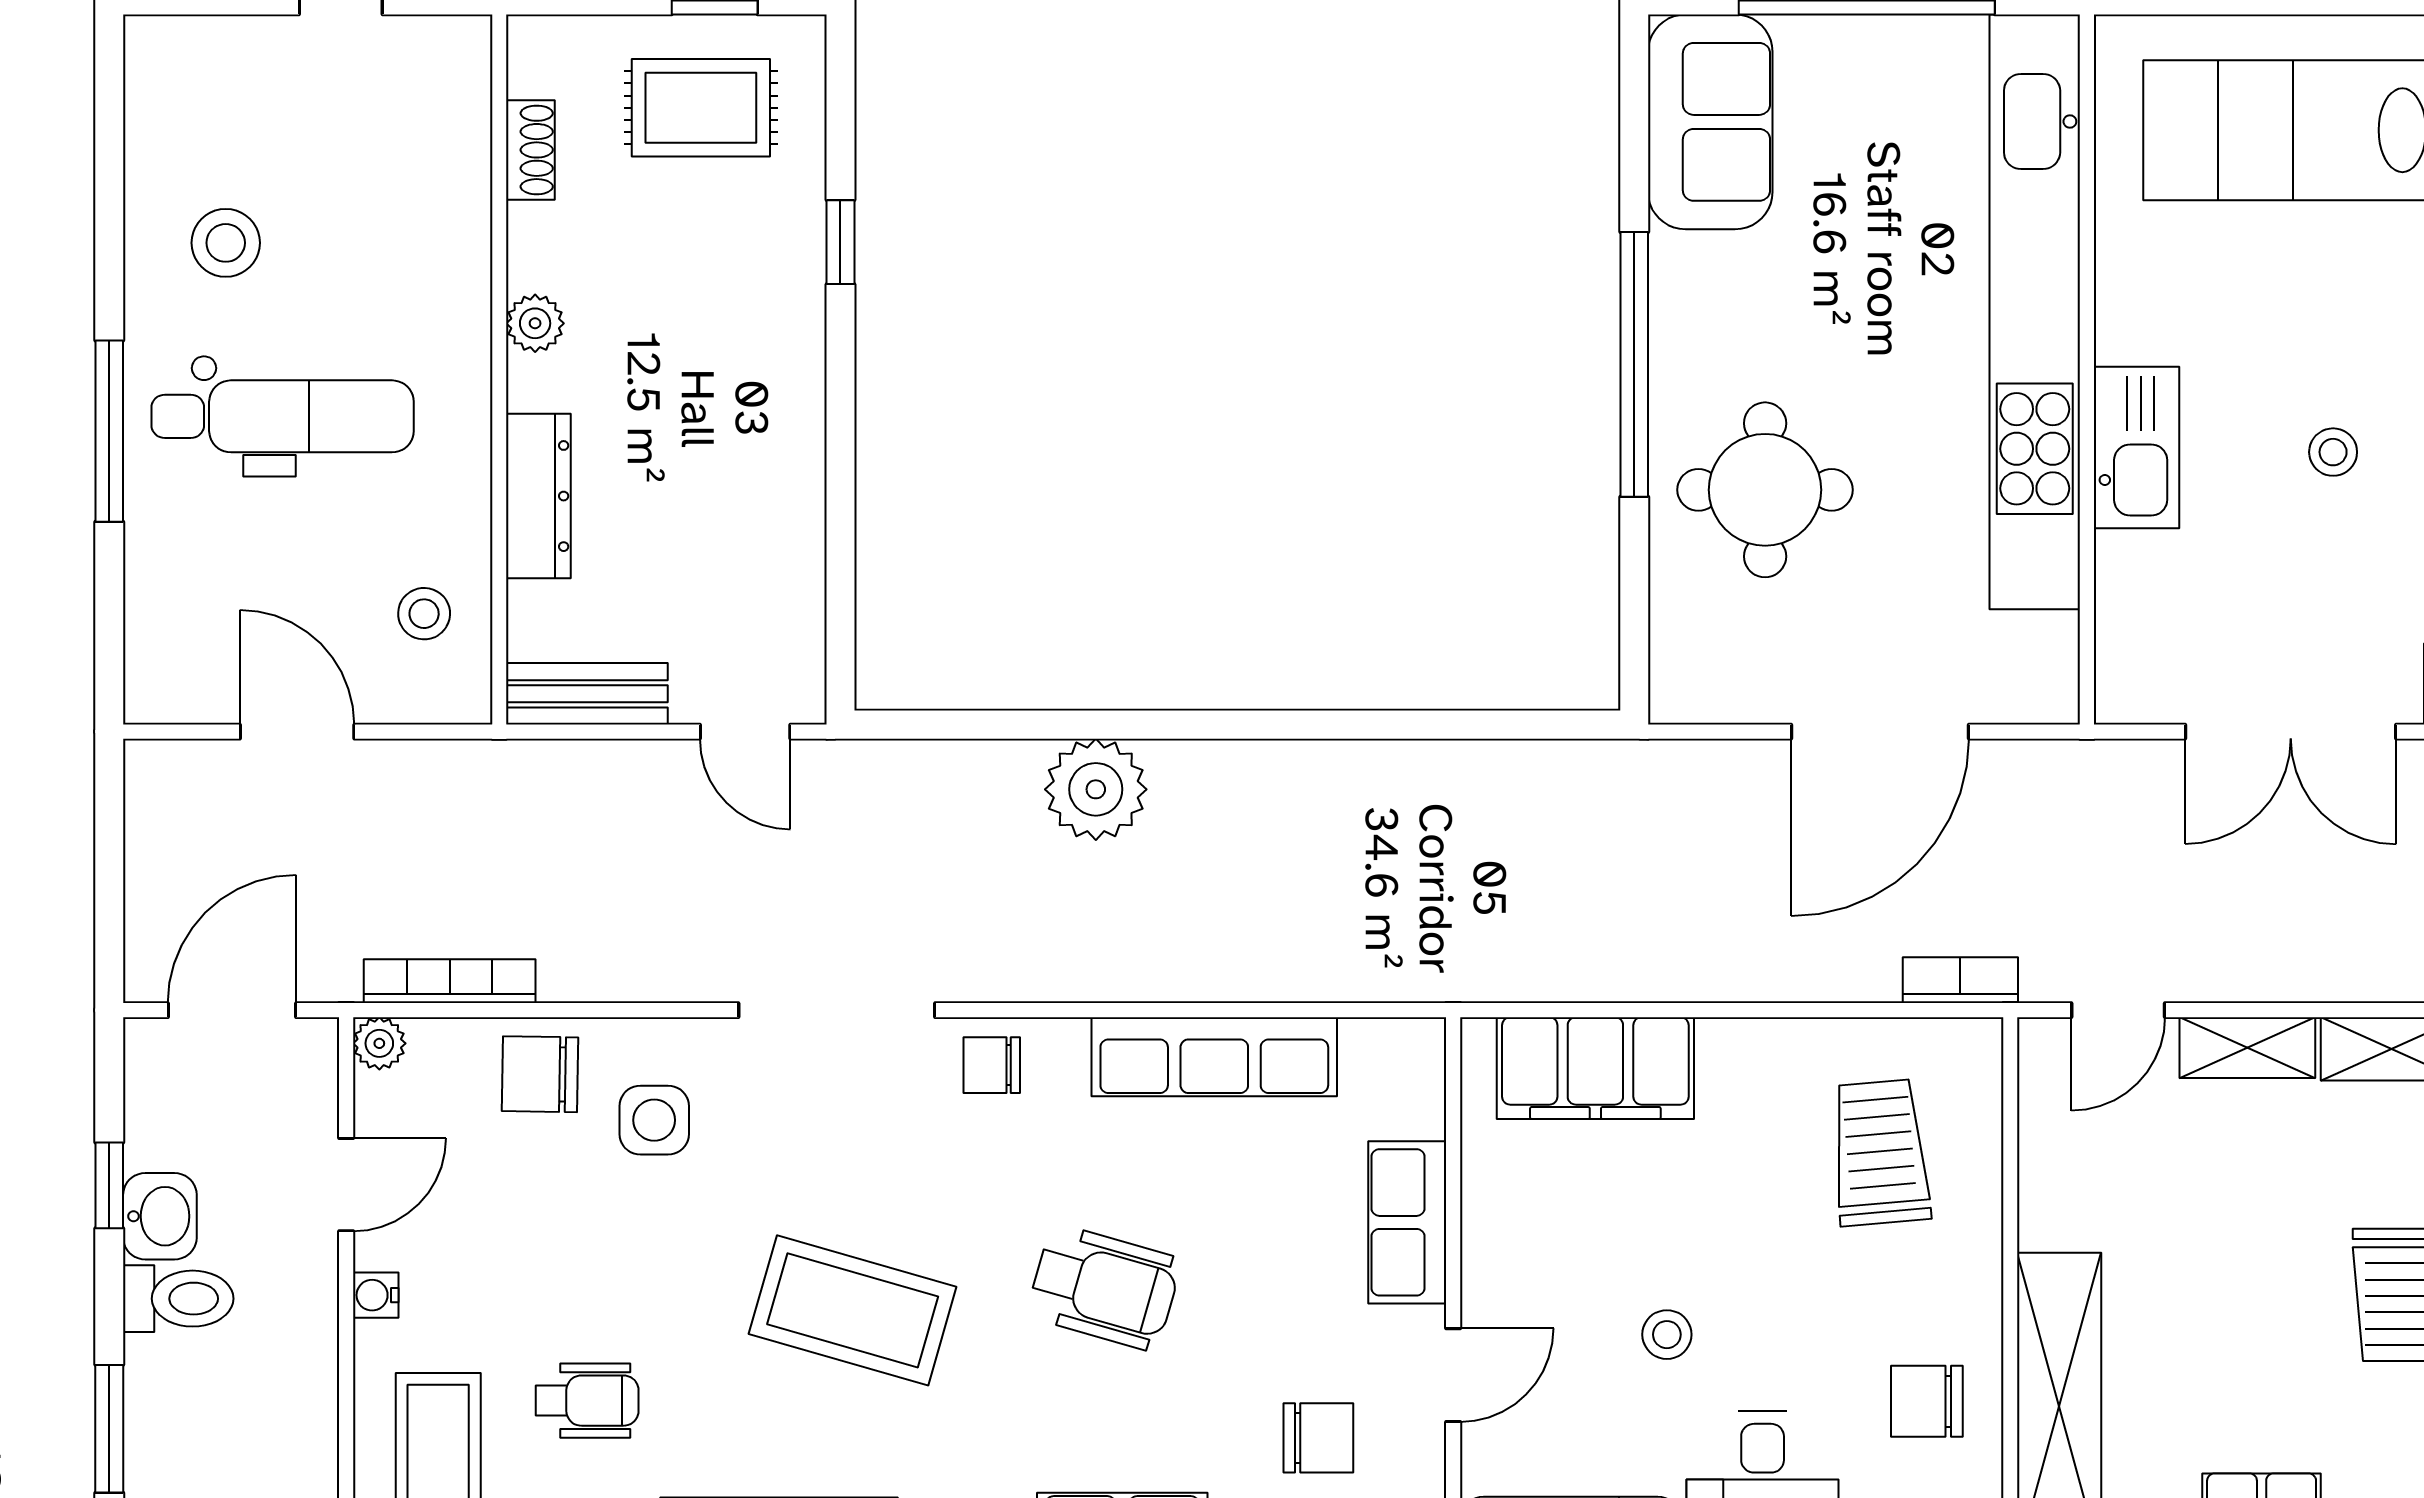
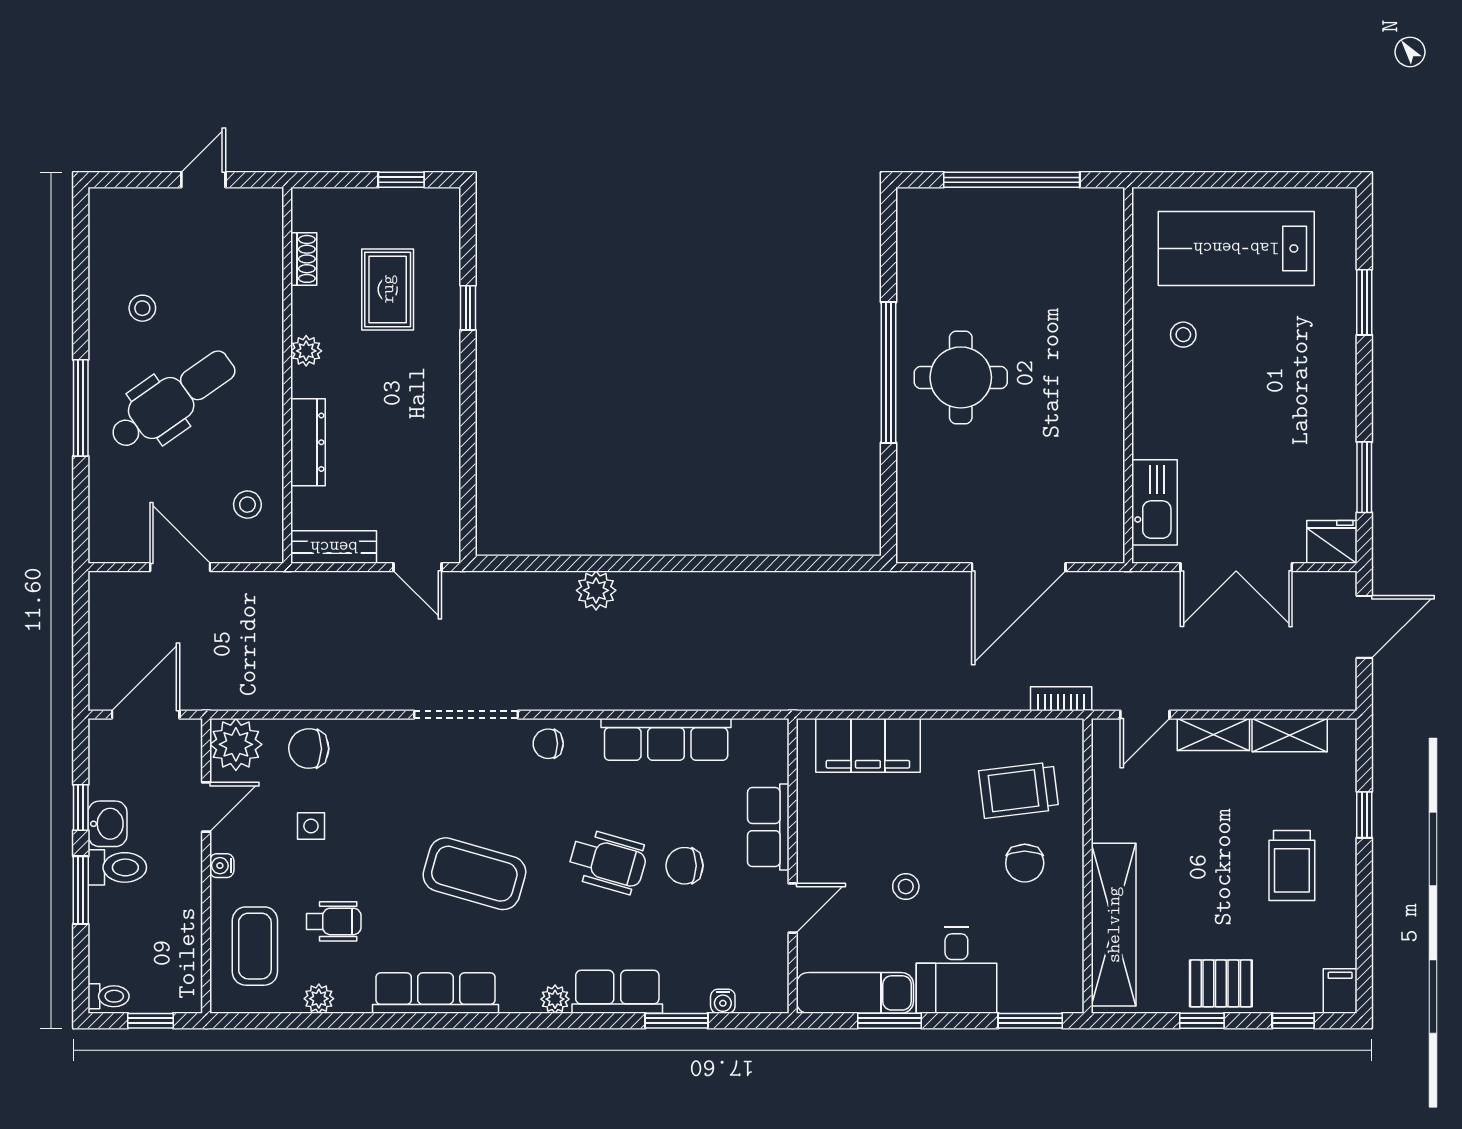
rug: (701, 108) -> (388, 289), moved, turned 90
sofa: (1710, 122) -> (929, 244), removed
stool: (226, 243) -> (142, 308), width x0.73, depth x0.73
kitchen unit: (2035, 312) -> (1101, 345), removed
dental chair: (283, 416) -> (172, 400), turned -35
kitchen sink: (2136, 448) -> (1155, 502), moved
stool: (2333, 452) -> (1183, 335), moved
round table: (1765, 490) -> (961, 377), moved
plant: (1096, 789) -> (596, 590), width x0.73, depth x0.73
bookcase: (450, 981) -> (261, 699), removed
plant: (379, 1043) -> (236, 744), width x1.88, depth x1.88
side table: (654, 1120) -> (311, 826), moved, width x0.73, depth x0.73
trolley: (1880, 1153) -> (1019, 790), turned -92
chair: (1927, 1401) -> (1025, 863), moved, turned -90
window: (109, 1429) -> (81, 890), moved
chair: (1318, 1438) -> (685, 866), moved, turned 180

